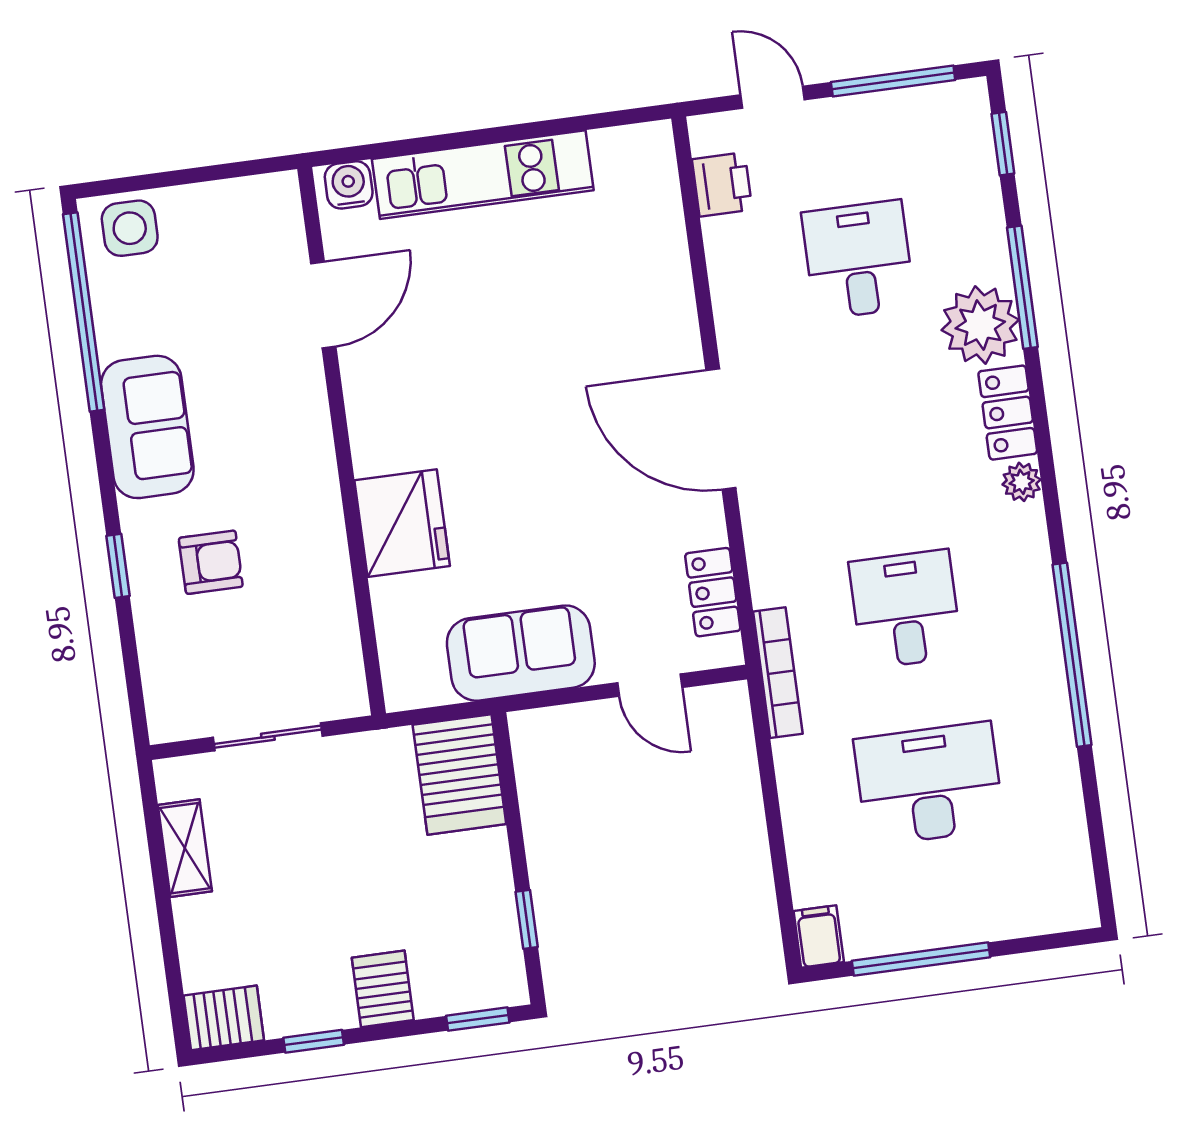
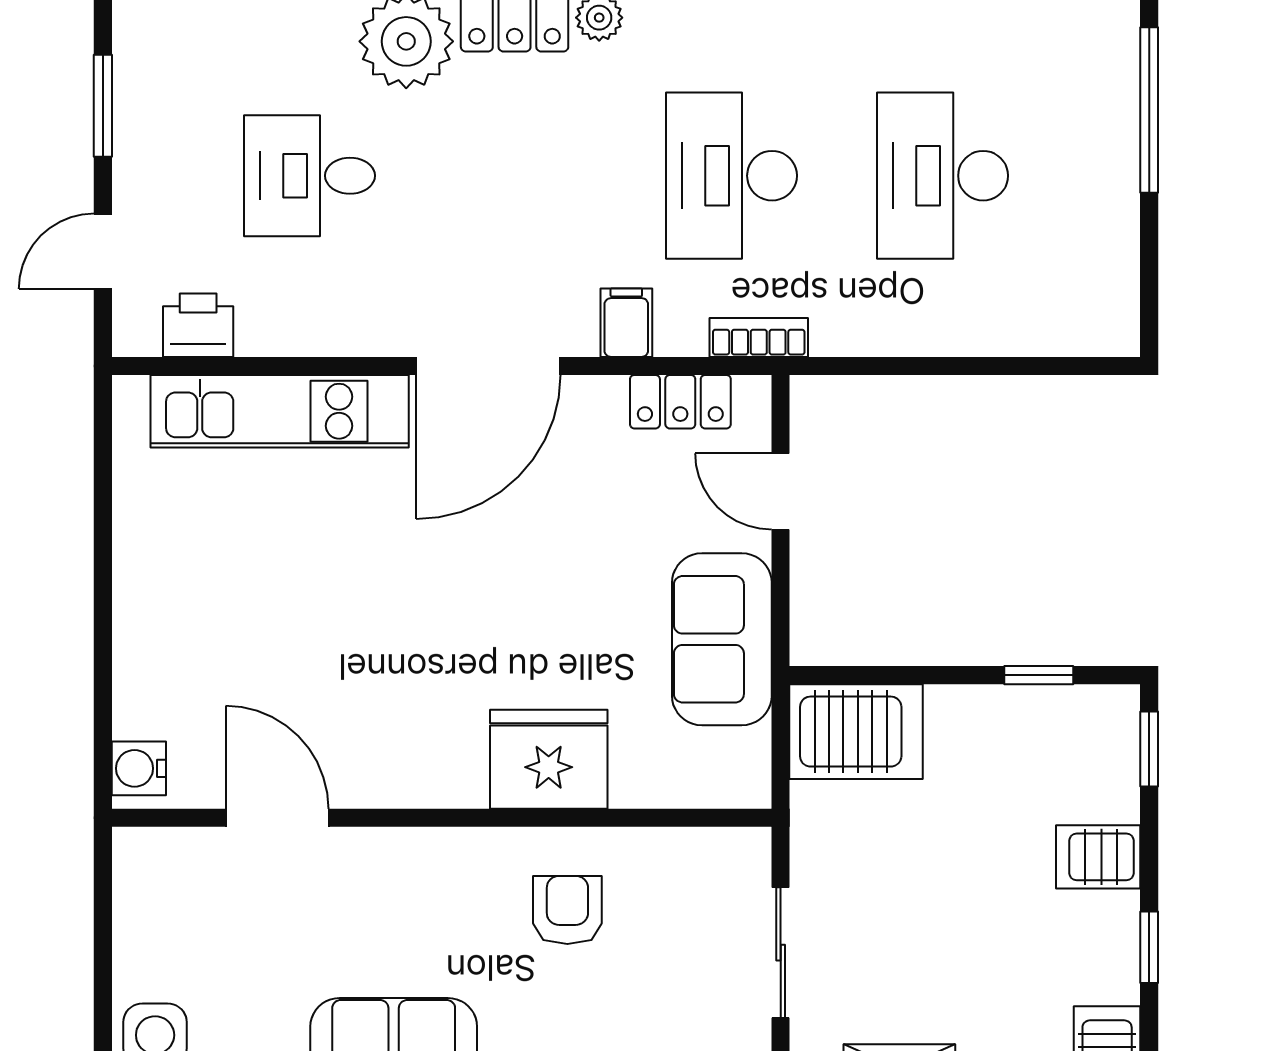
window: (893, 81) -> (103, 106), width x0.69
kitchen unit: (483, 175) -> (280, 411), moved, turned 90
armchair: (211, 562) -> (567, 910), moved
desk: (906, 609) -> (732, 176), width x1.37
bookcase: (778, 673) -> (759, 337), width x0.64
door: (650, 685) -> (781, 491), swing flipped
filing cabinet: (819, 936) -> (626, 323), moved, turned 90
window: (921, 959) -> (1149, 110), moved

